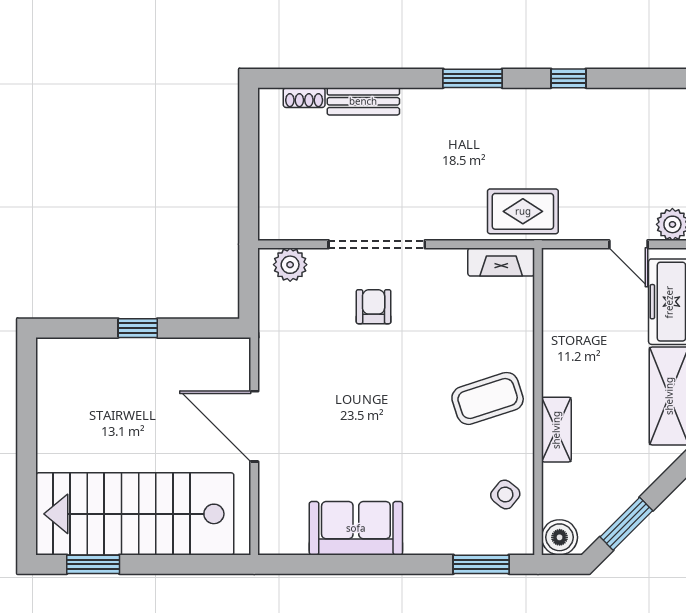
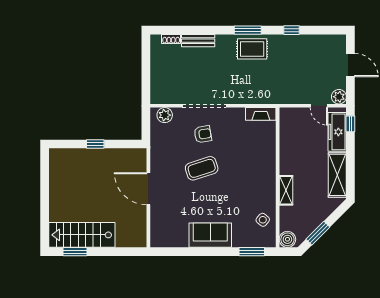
rug: (523, 211) -> (252, 49), moved
armchair: (374, 307) -> (203, 134), turned 80
coffee table: (488, 398) -> (202, 168), moved
stairs: (135, 514) -> (82, 235), width x0.73, depth x0.66
sofa: (356, 528) -> (210, 235), moved

